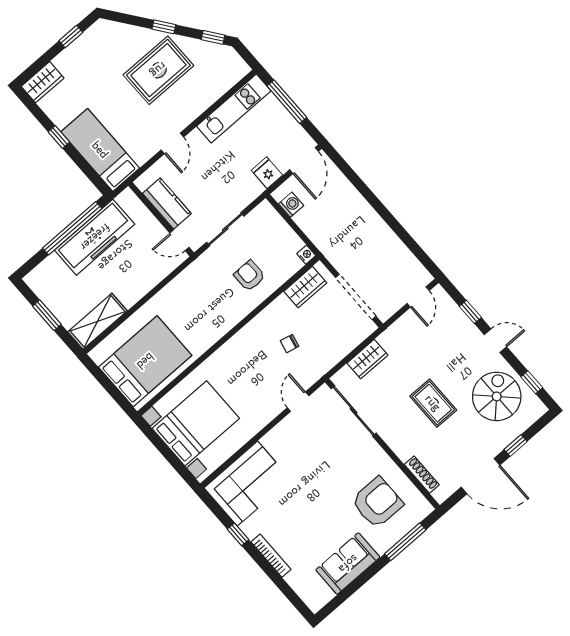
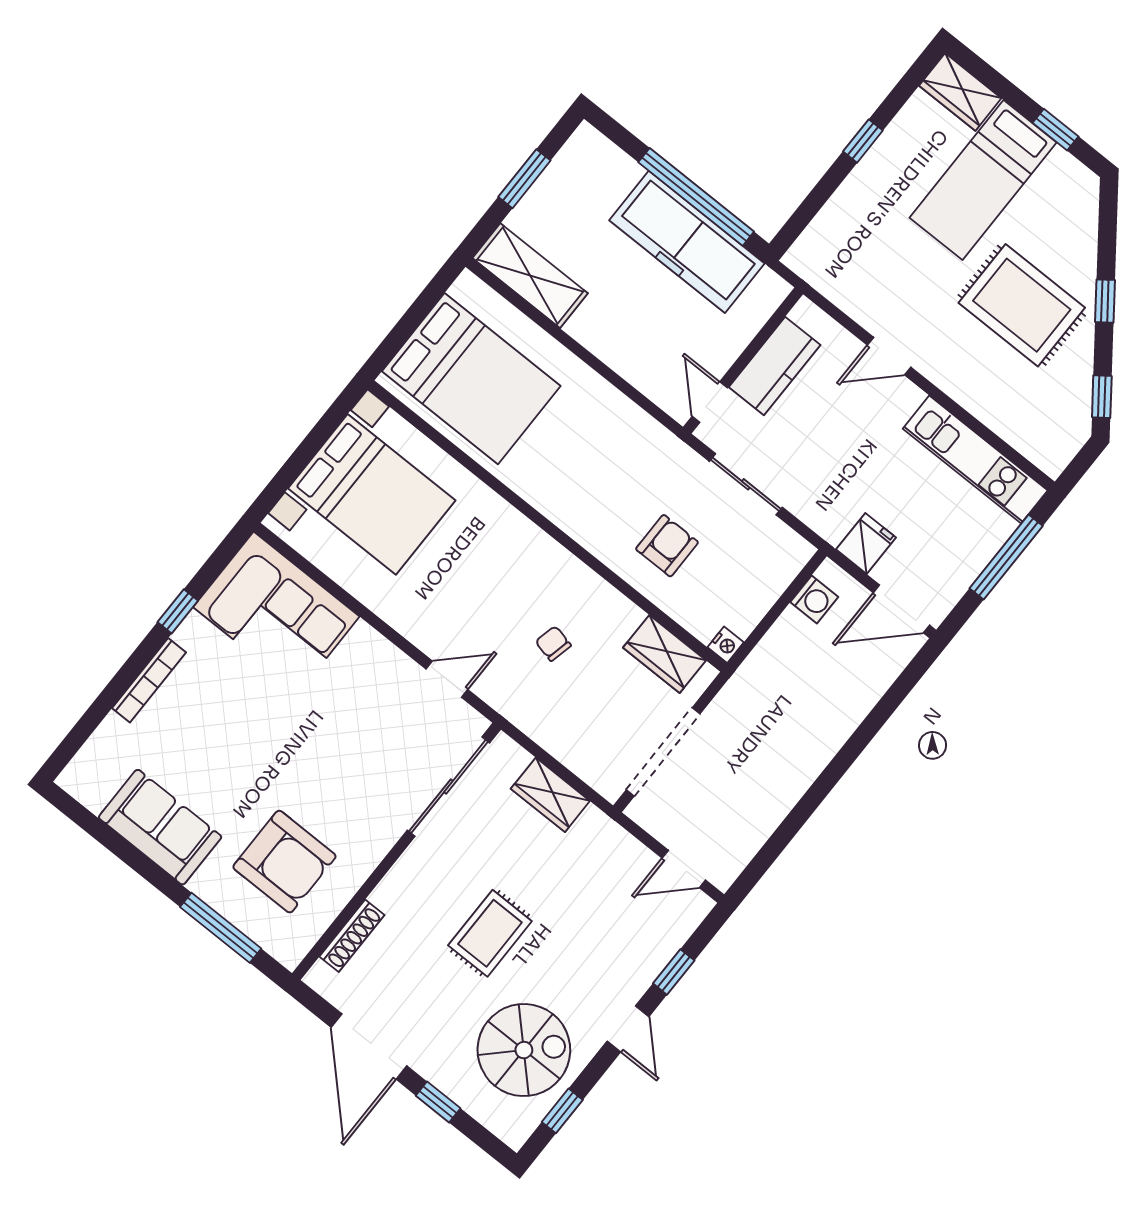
bed: (100, 150) -> (983, 180), moved, turned 180

